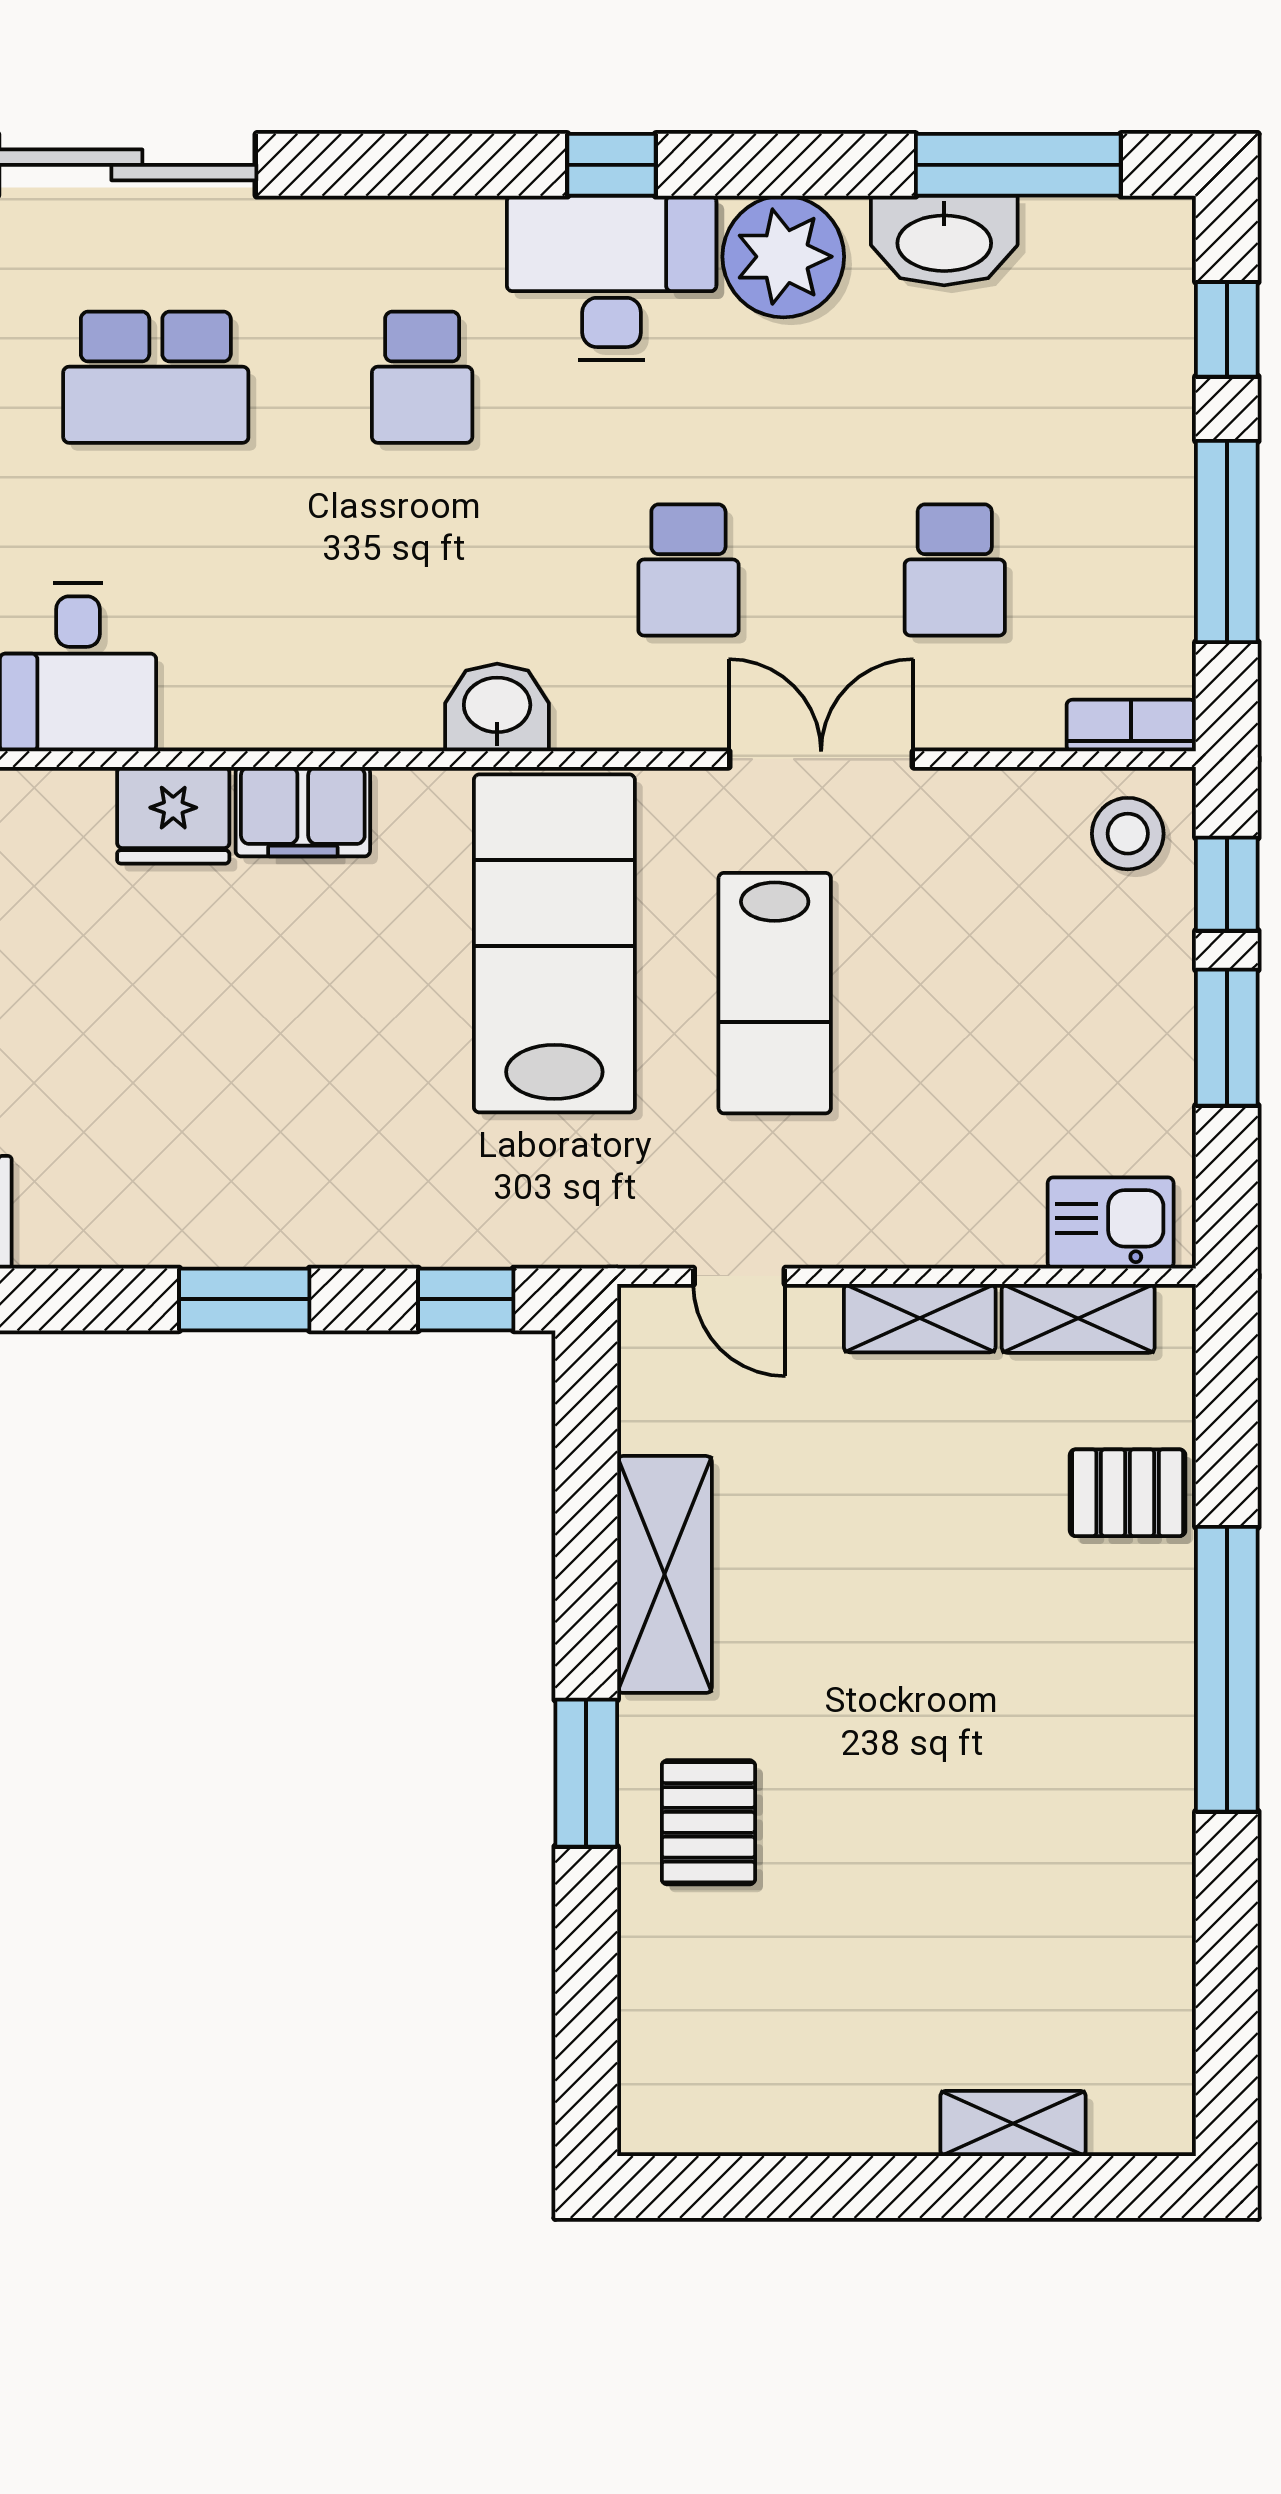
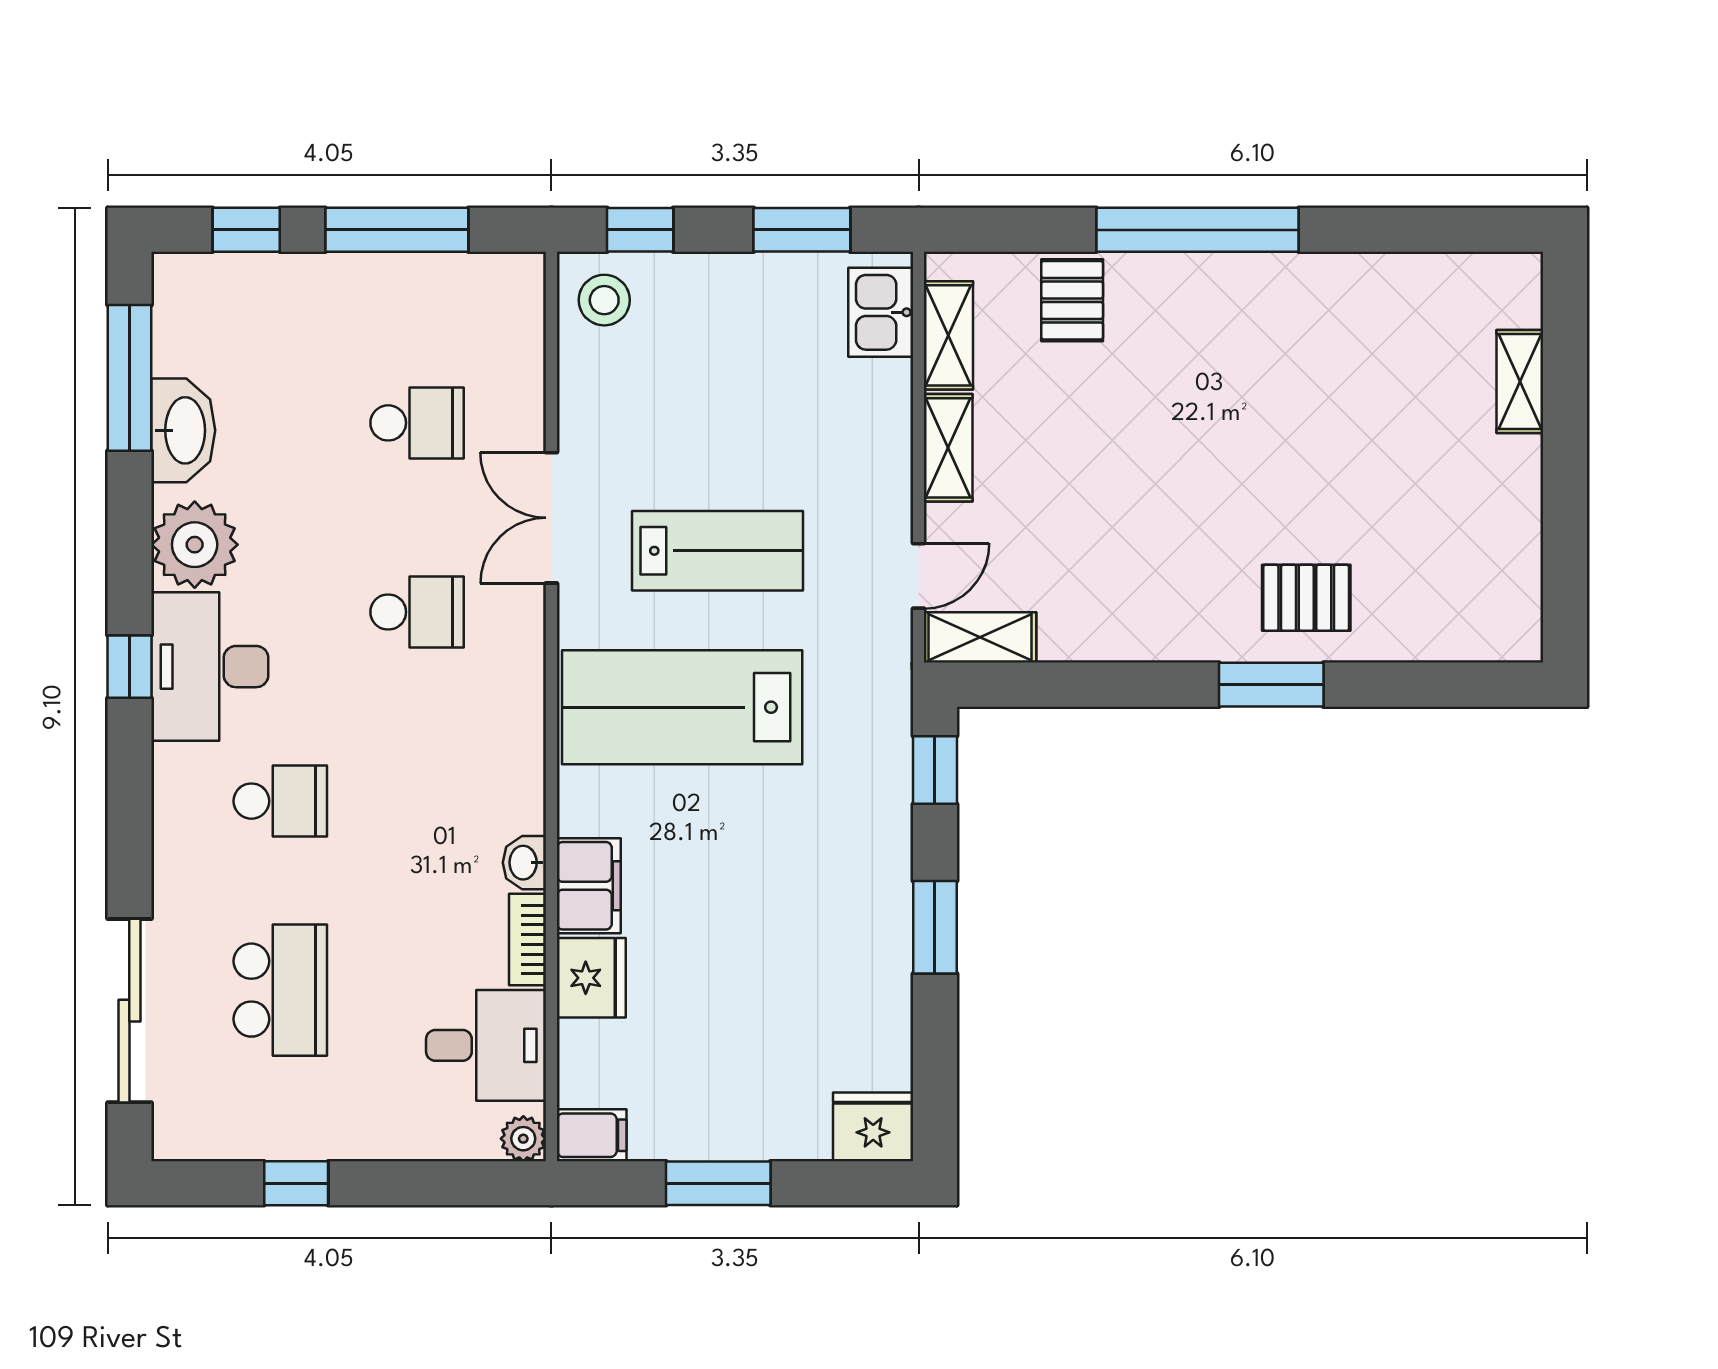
washbasin: (497, 707) -> (524, 863), moved, width x0.72, depth x0.69
bookcase: (1131, 726) -> (528, 940), moved
window: (1227, 1038) -> (802, 230), moved
shelving: (664, 1574) -> (980, 637), moved, width x0.67, depth x0.75

